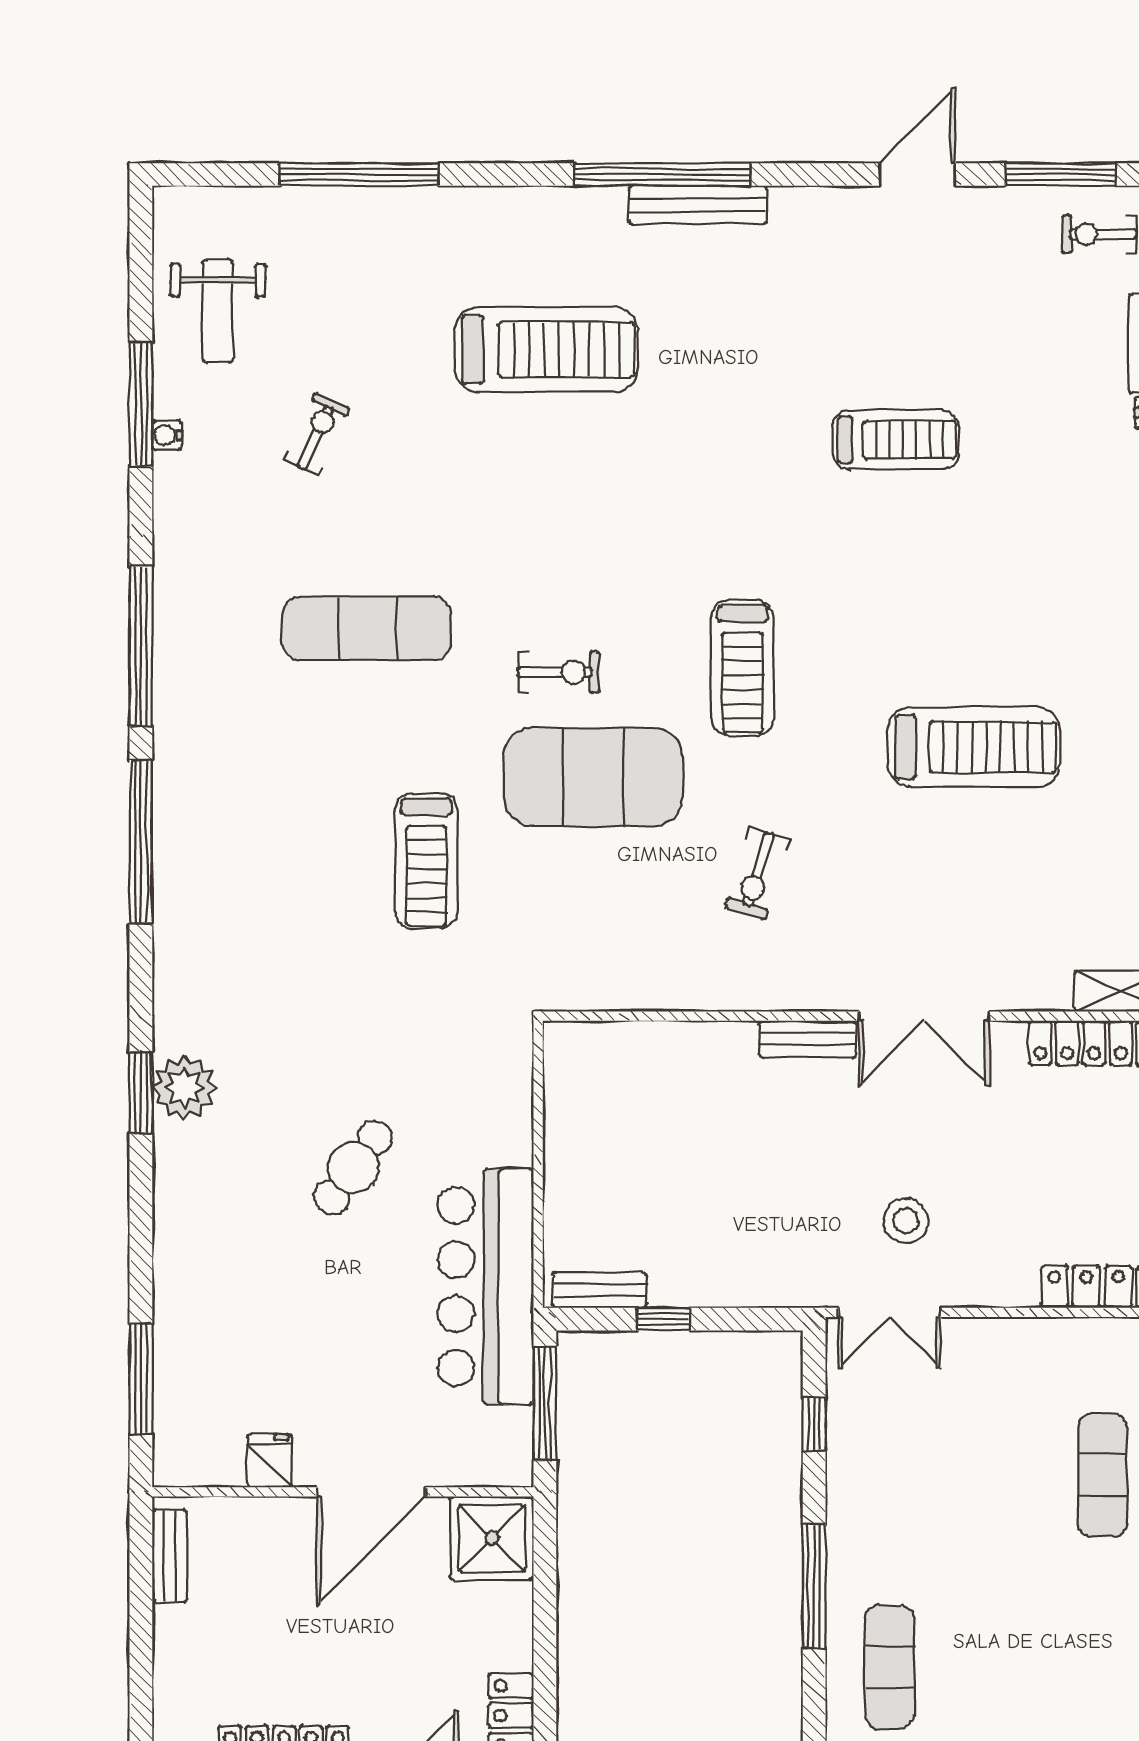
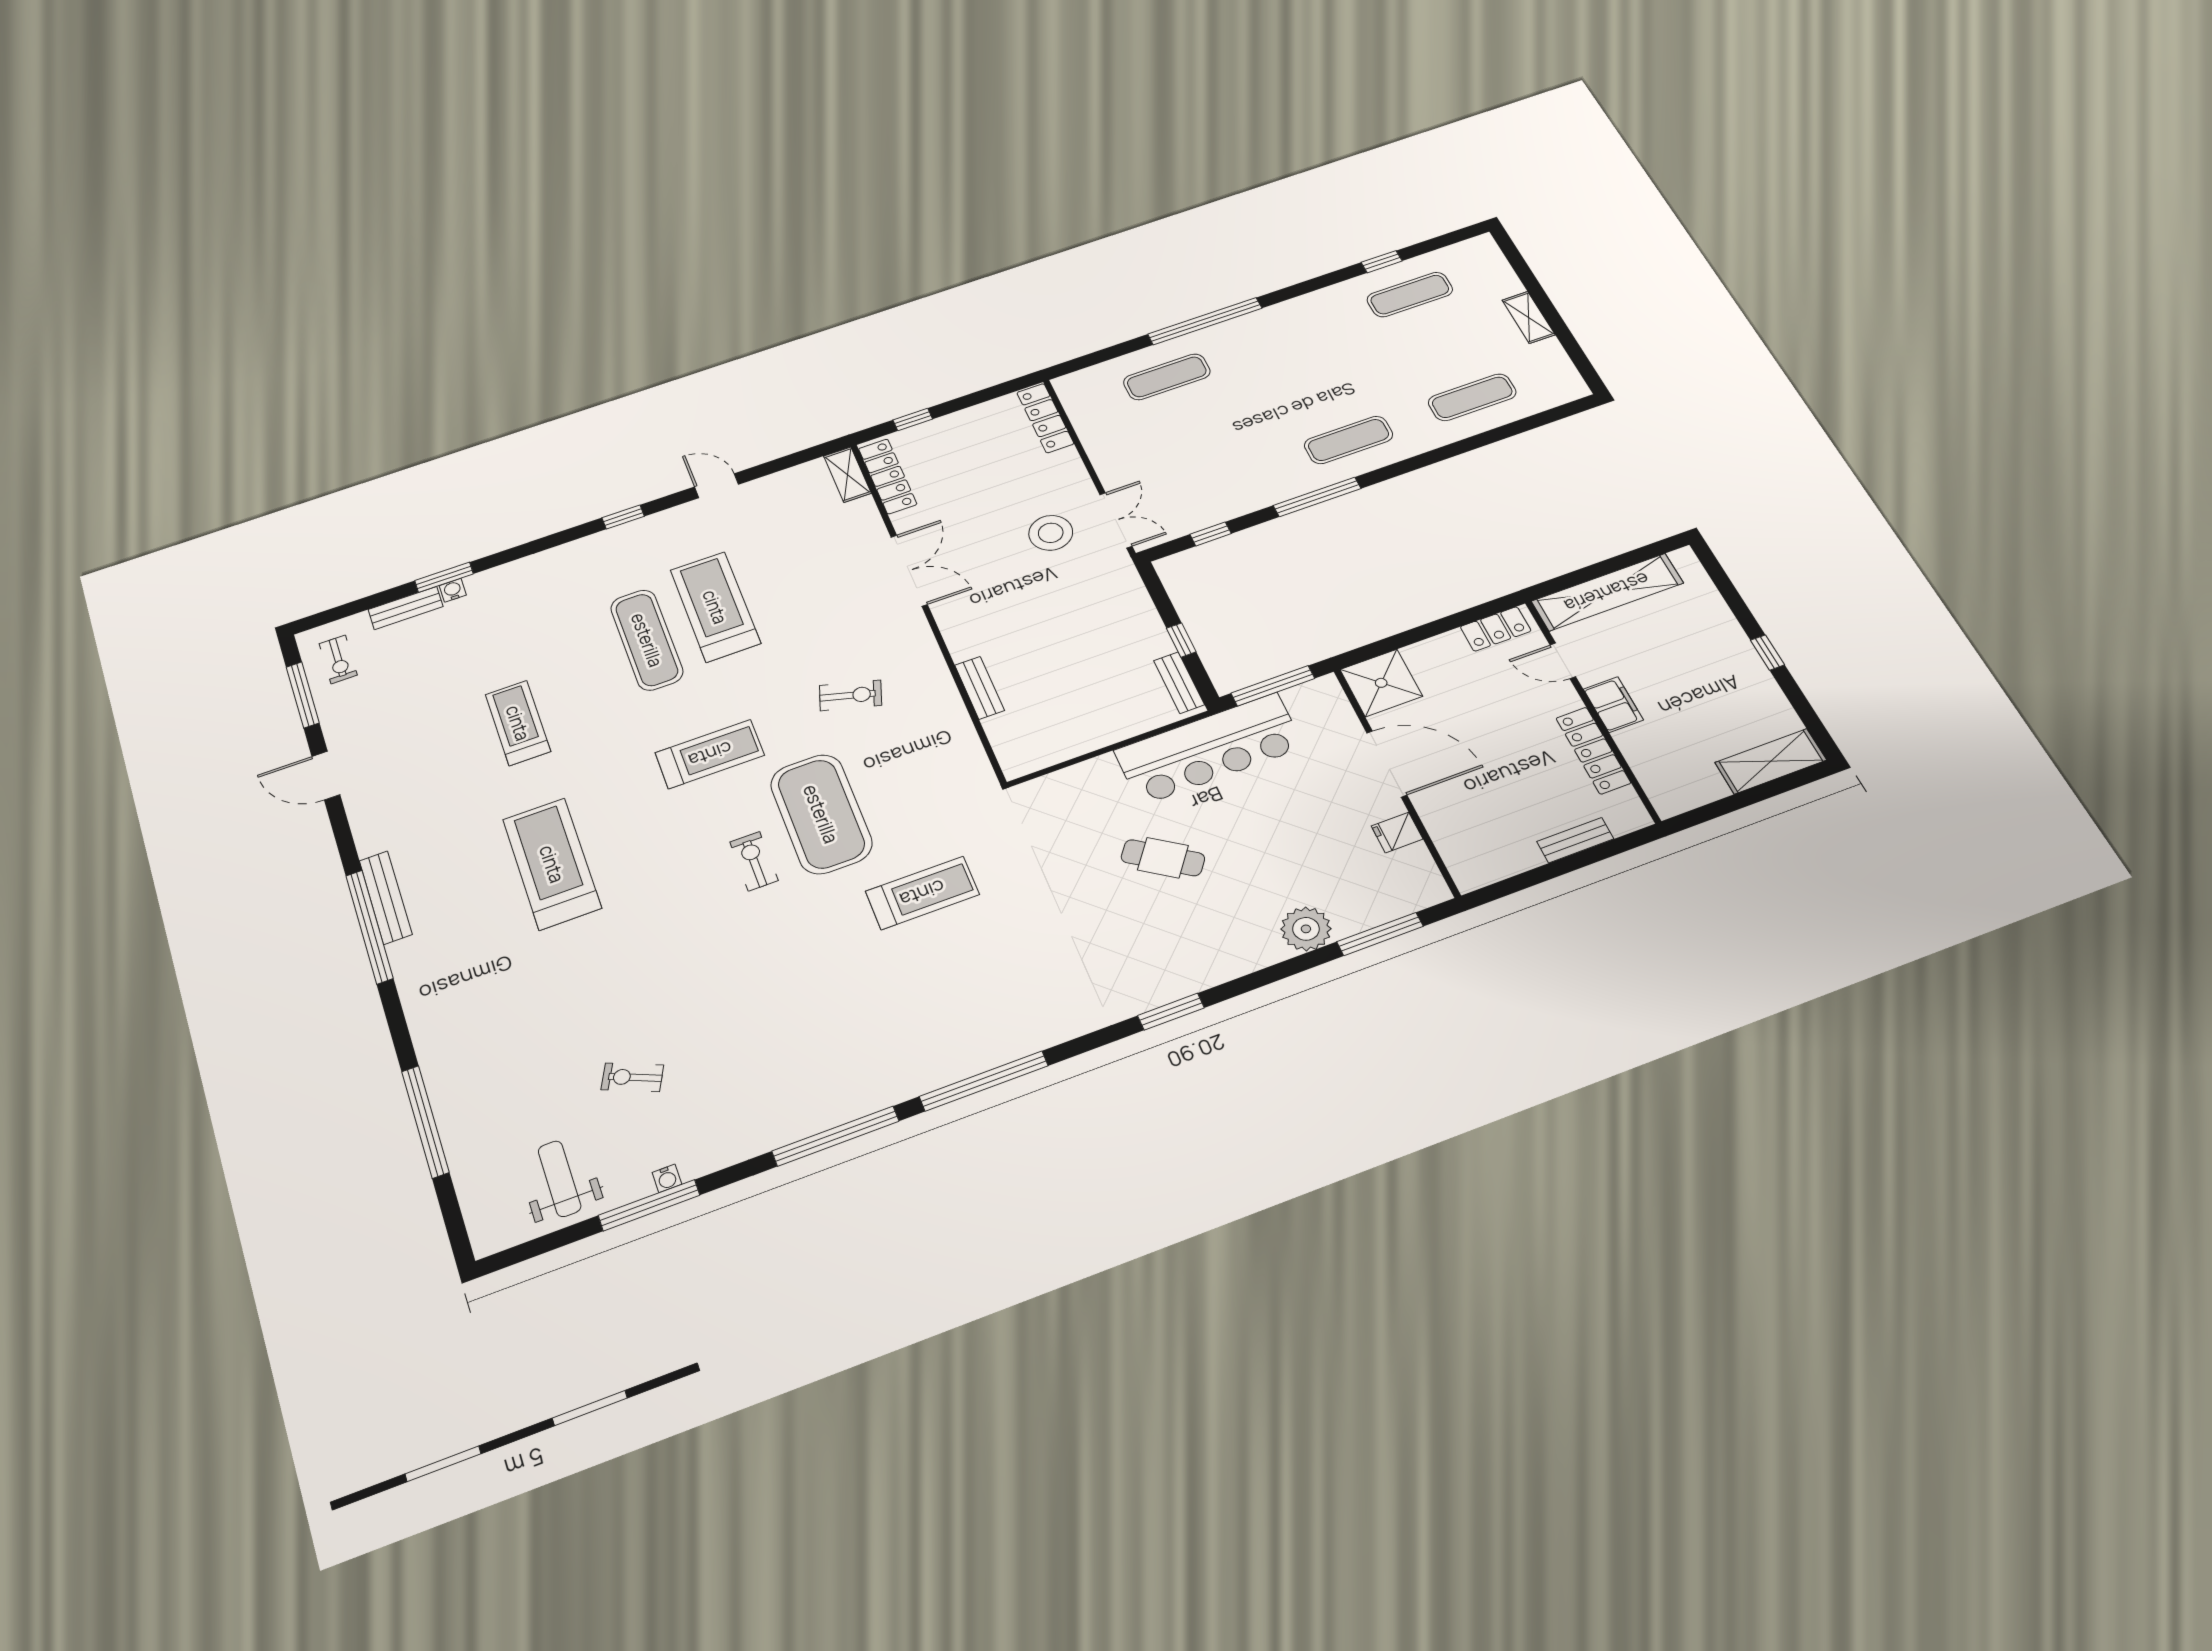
weight bench: (218, 311) -> (560, 1179), turned -90
treadmill: (546, 350) -> (552, 864), moved
exercise mat: (367, 628) -> (647, 640), moved
bench: (808, 1039) -> (980, 688), moved
plant: (184, 1088) -> (1306, 929), moved
stool: (906, 1221) -> (1051, 533), width x1.38, depth x1.38
bench: (170, 1556) -> (1575, 840), moved

